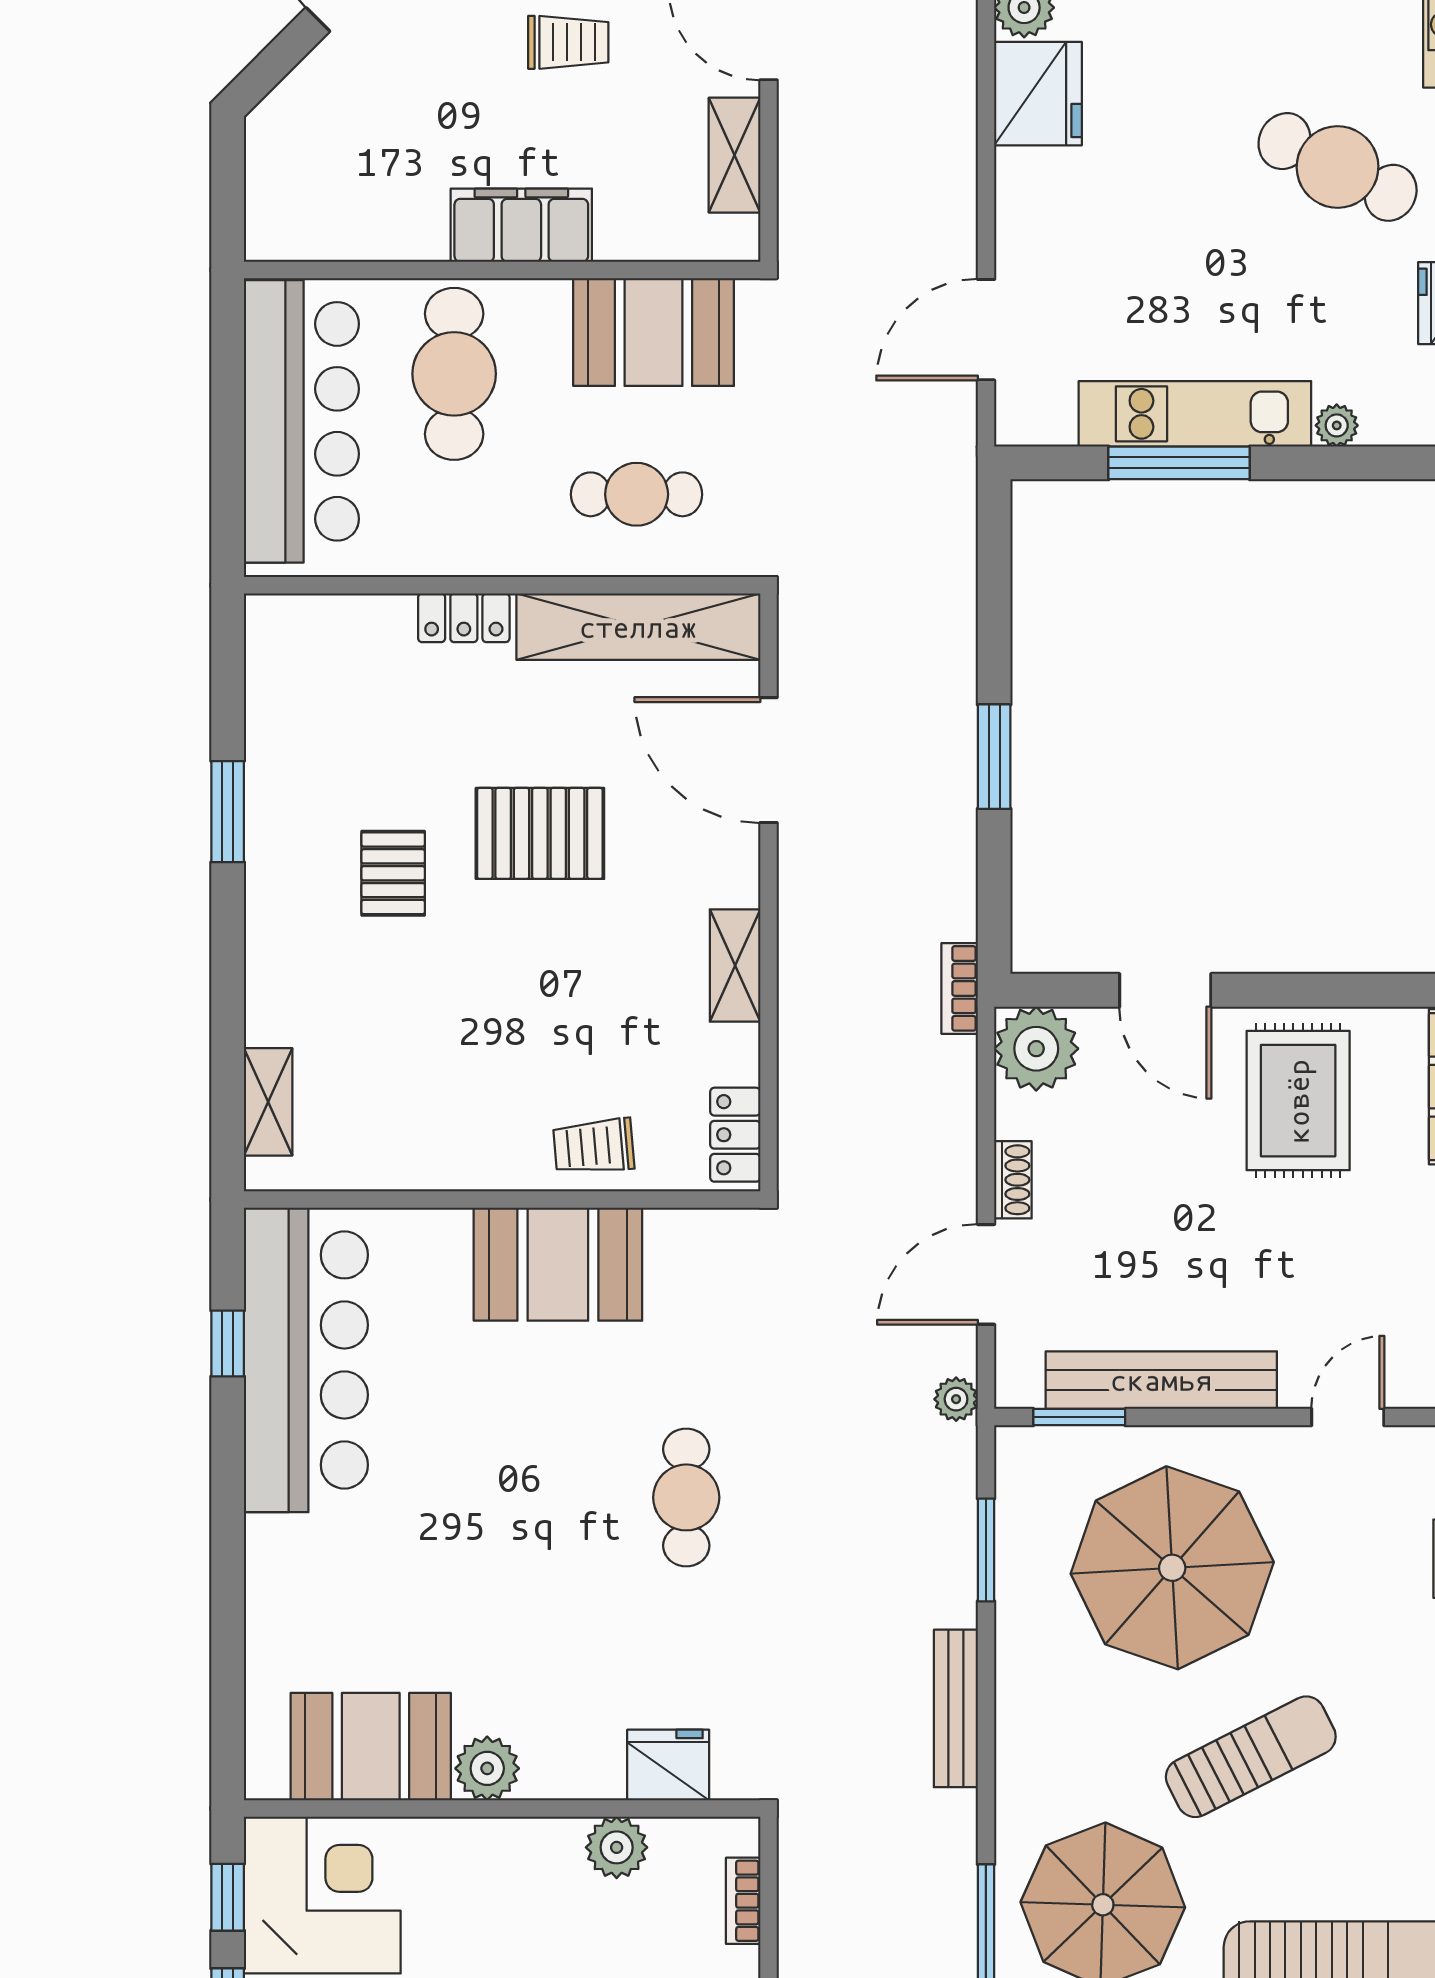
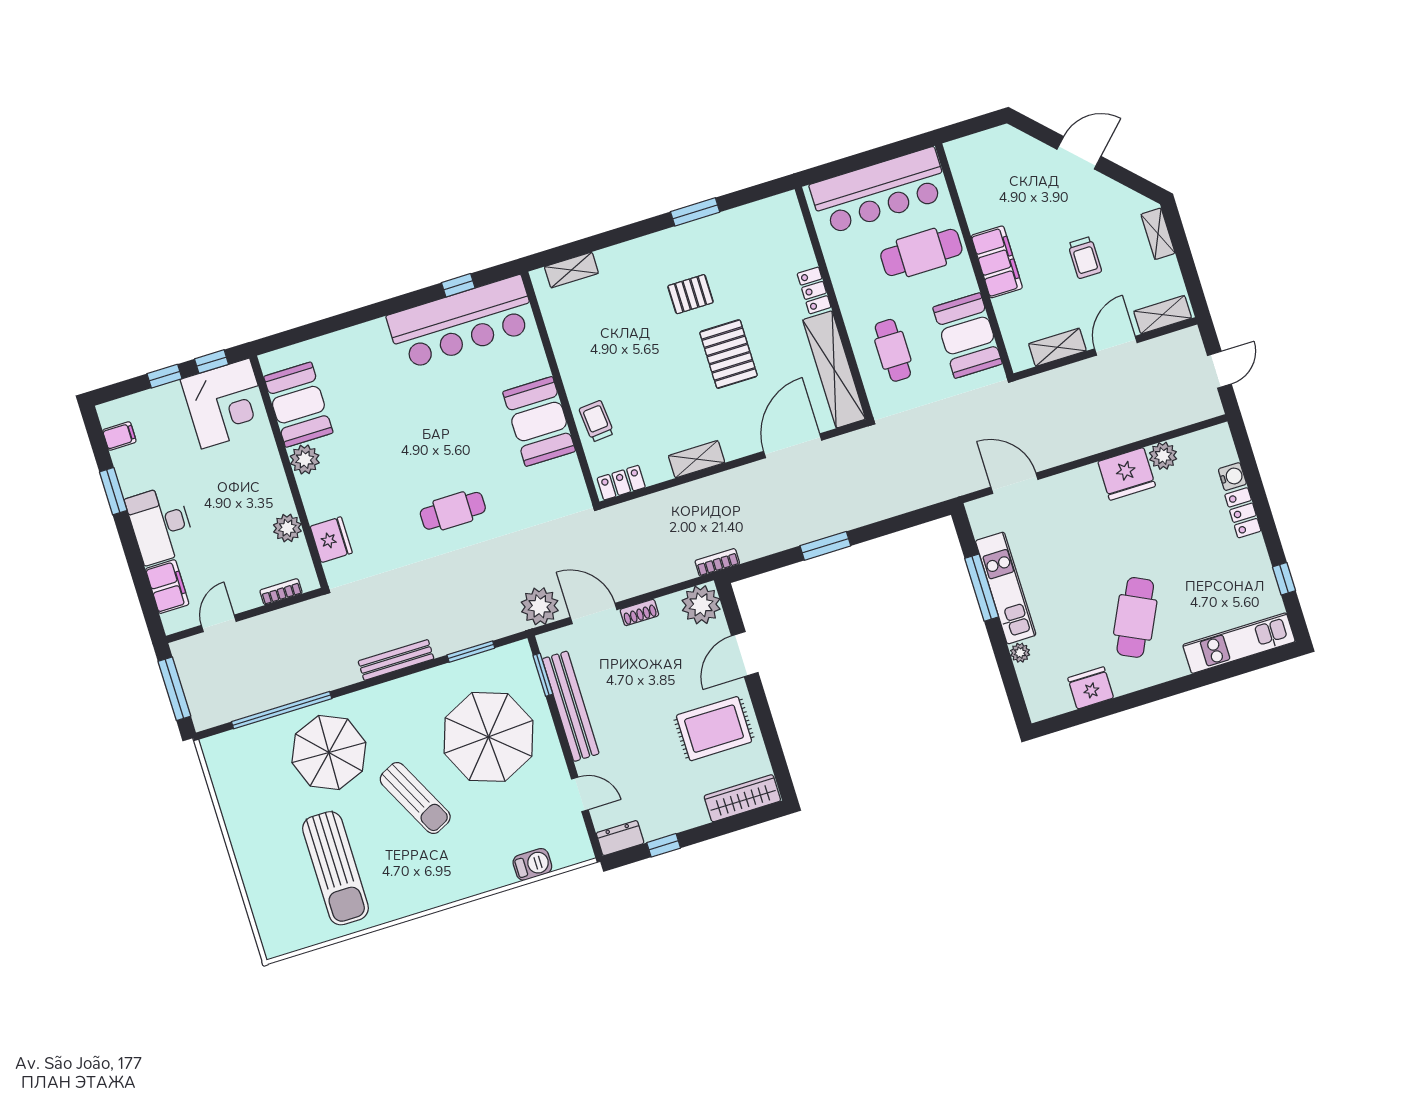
plant: (956, 1399) -> (540, 606), width x1.88, depth x1.88

